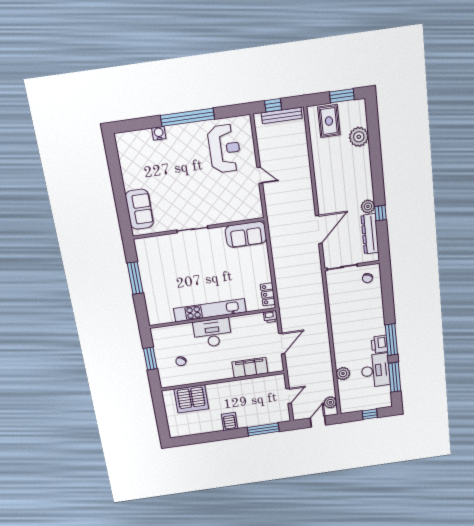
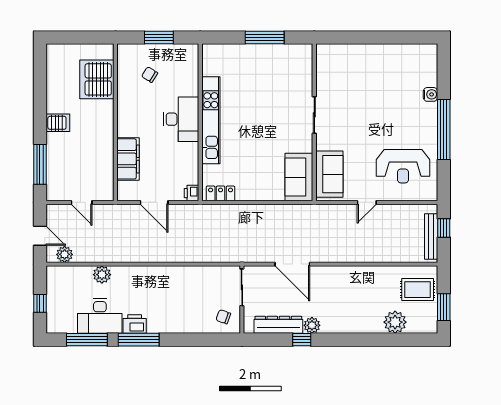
sofa: (139, 209) -> (329, 174), moved, turned -90

